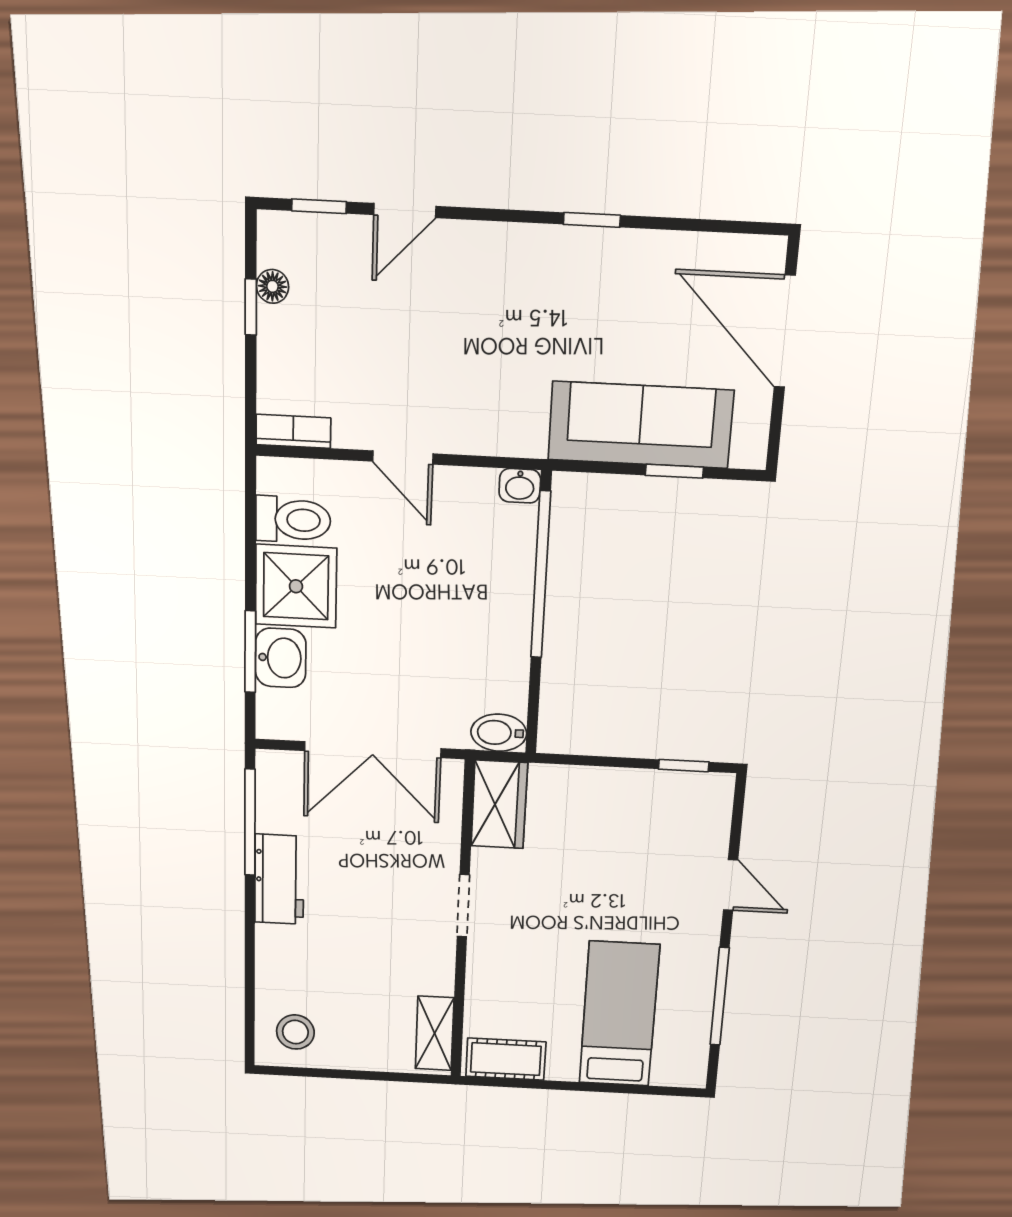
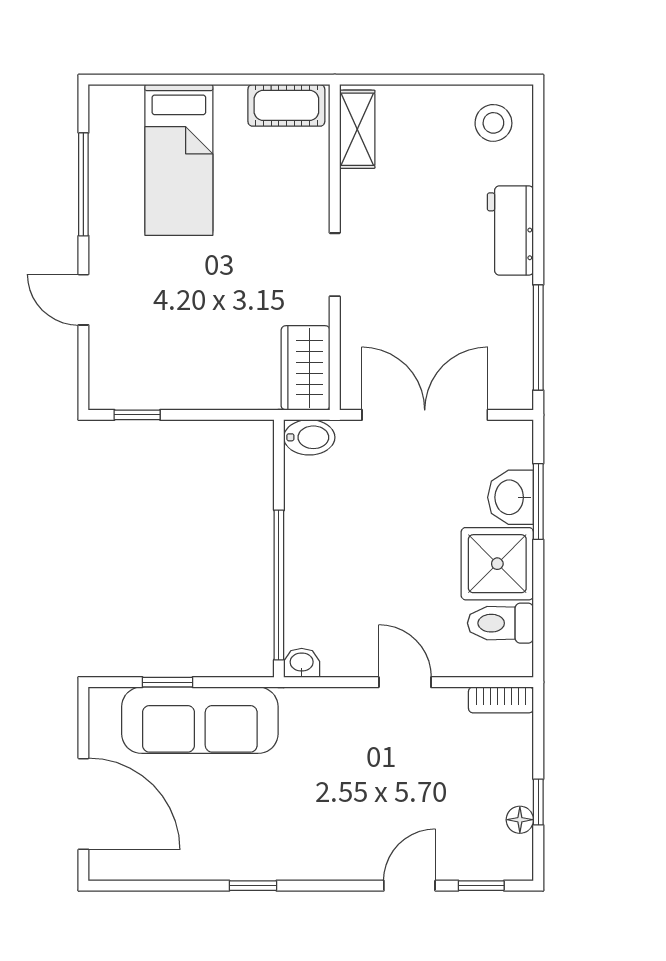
workbench: (279, 879) -> (510, 230), moved

